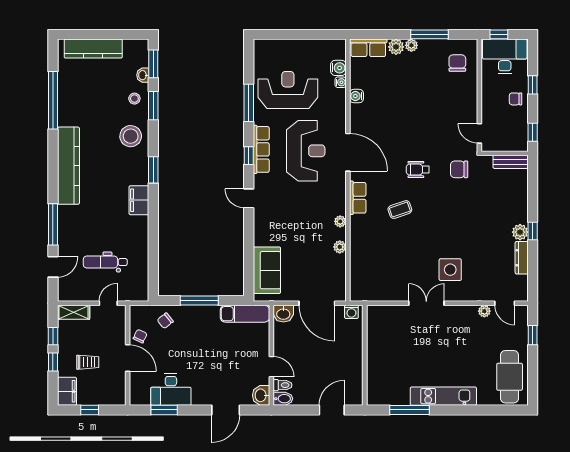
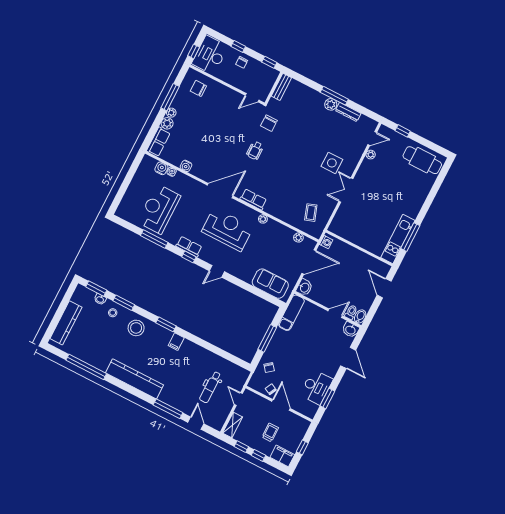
row of seats: (261, 149) -> (189, 247), width x0.68
reception desk: (306, 151) -> (227, 229), moved
filing cabinet: (139, 200) -> (176, 342), width x0.50
coffee table: (400, 210) -> (311, 213), moved
window: (533, 231) -> (334, 96), width x2.17
plant: (340, 247) -> (298, 238), moved
door: (128, 358) -> (281, 405), hinge flipped
kitchen unit: (443, 396) -> (398, 239), moved

